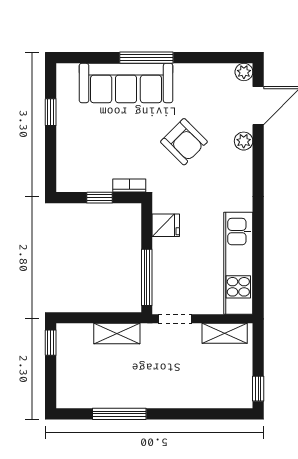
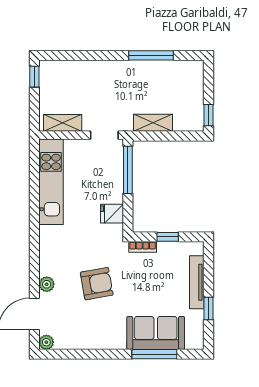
window: (146, 58) -> (154, 354), moved
sofa: (126, 83) -> (156, 333), width x0.73
armchair: (184, 142) -> (97, 284), turned 125
tv unit: (65, 143) -> (197, 282), added

